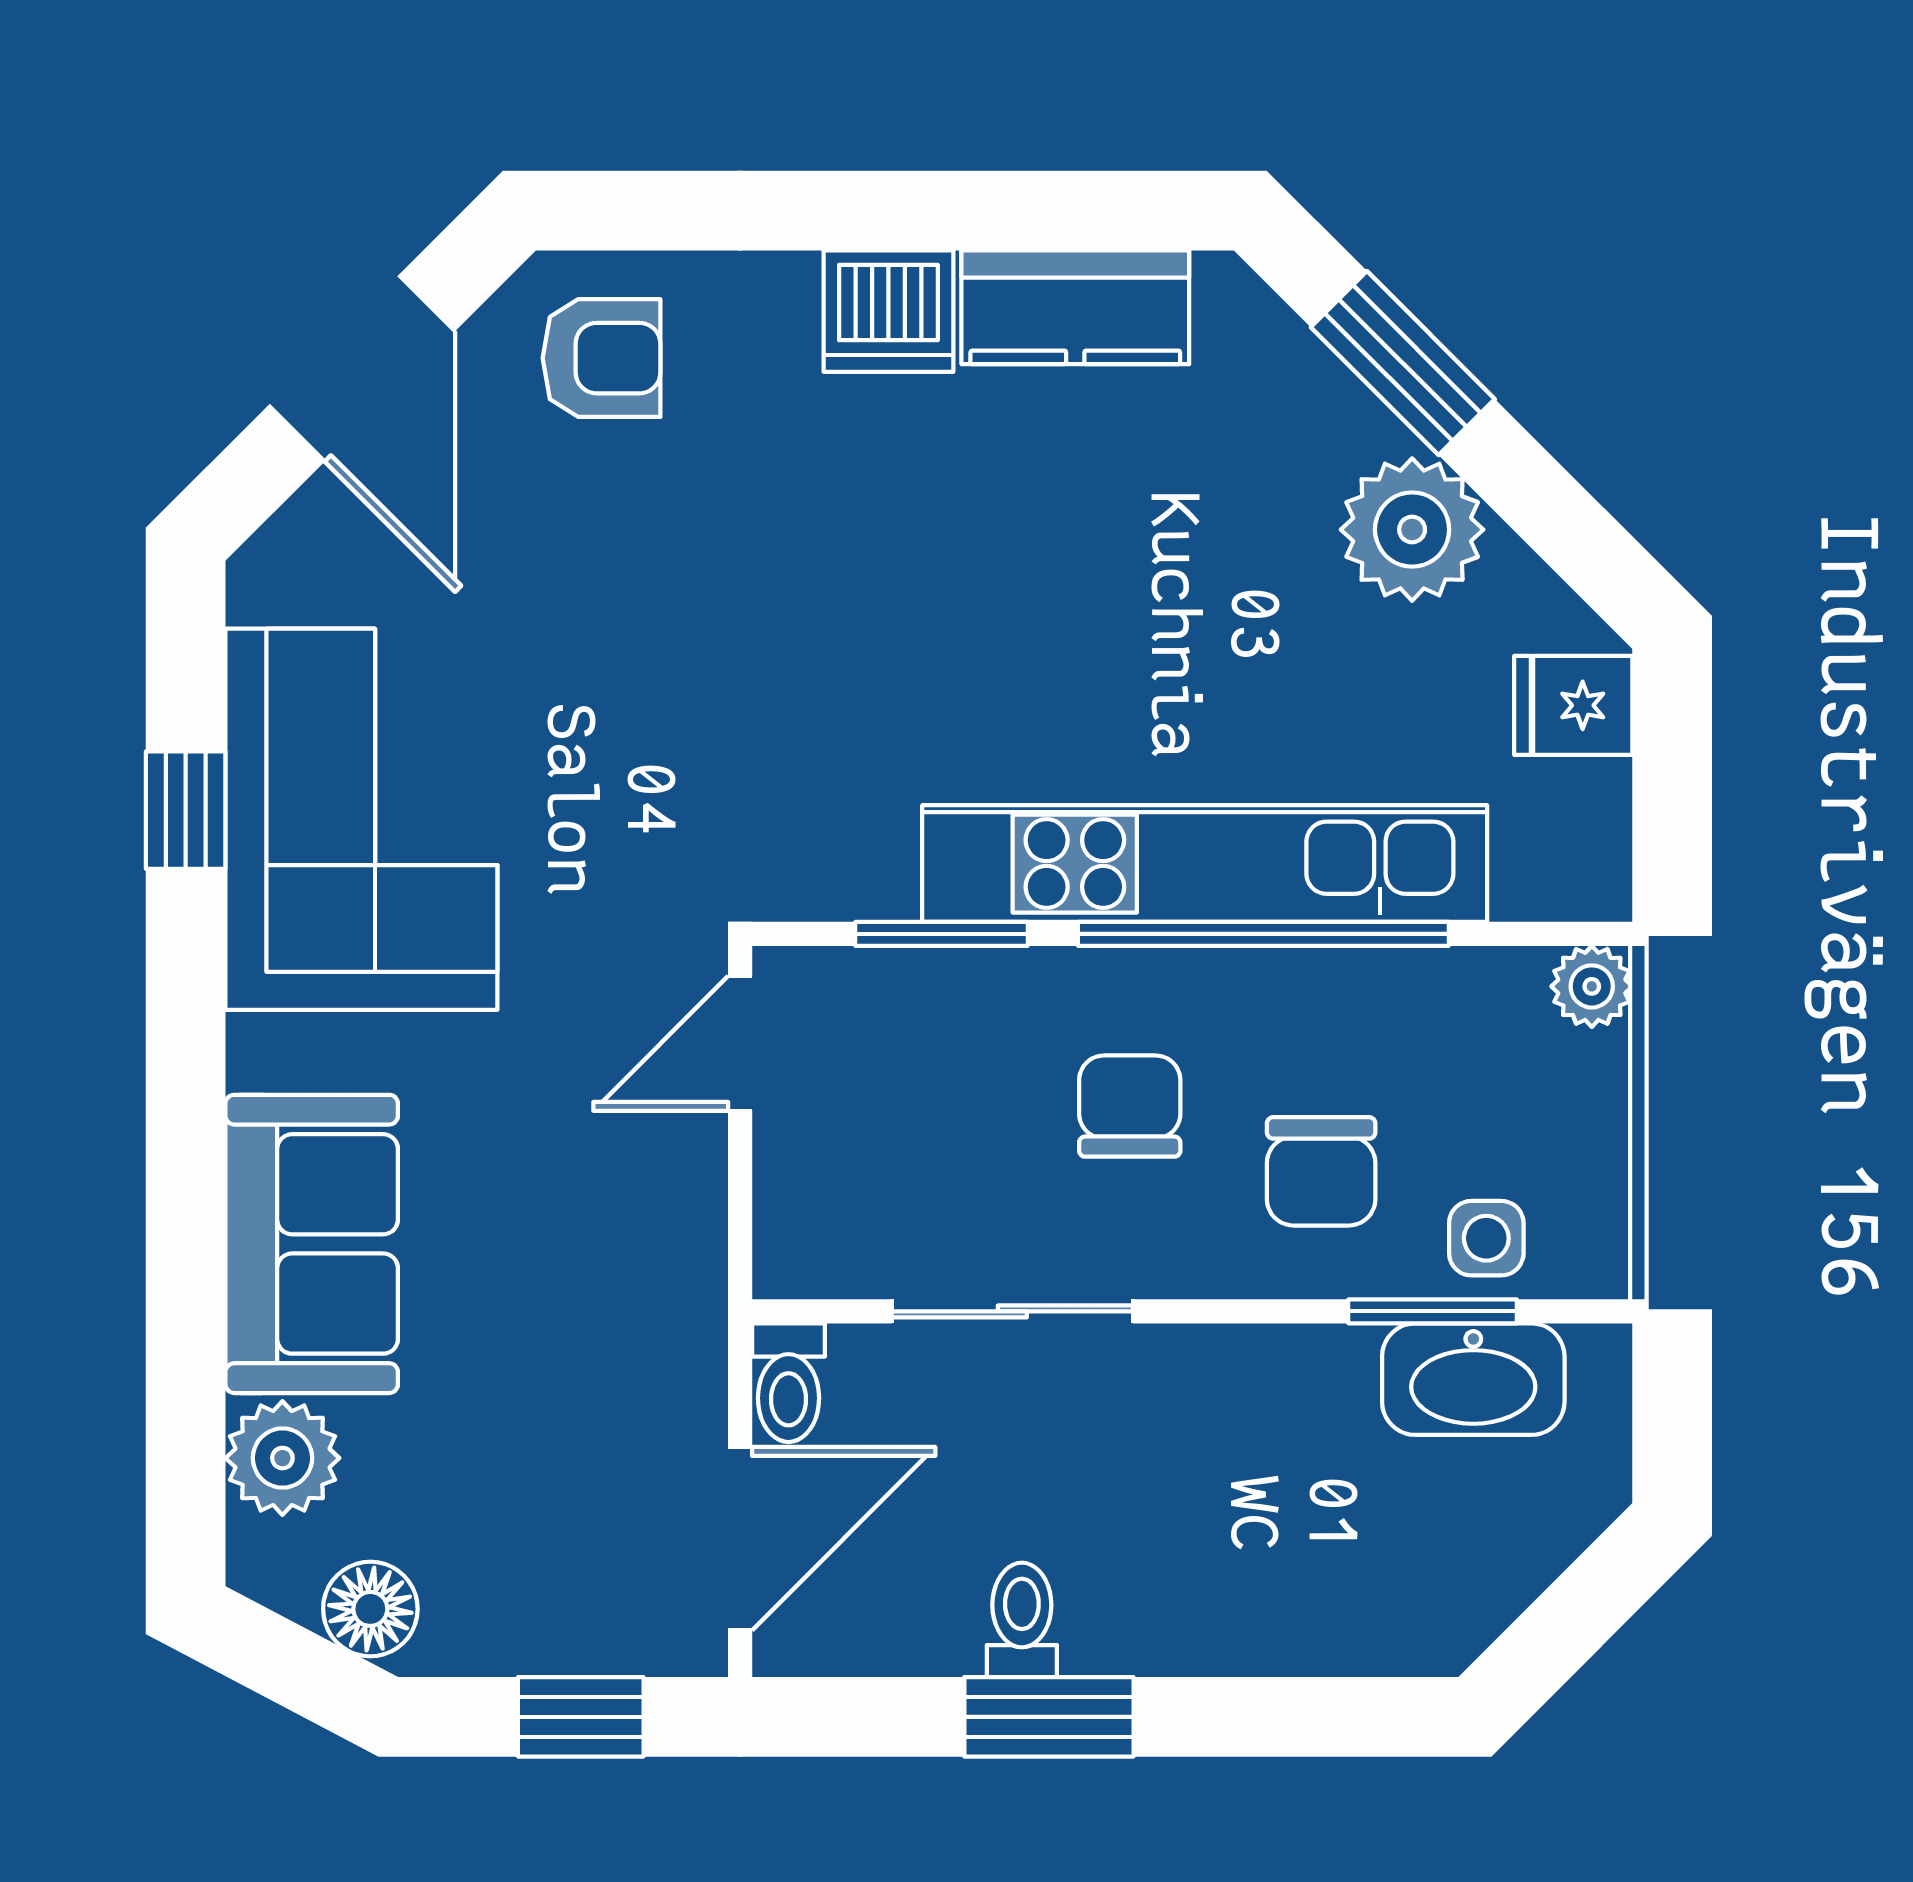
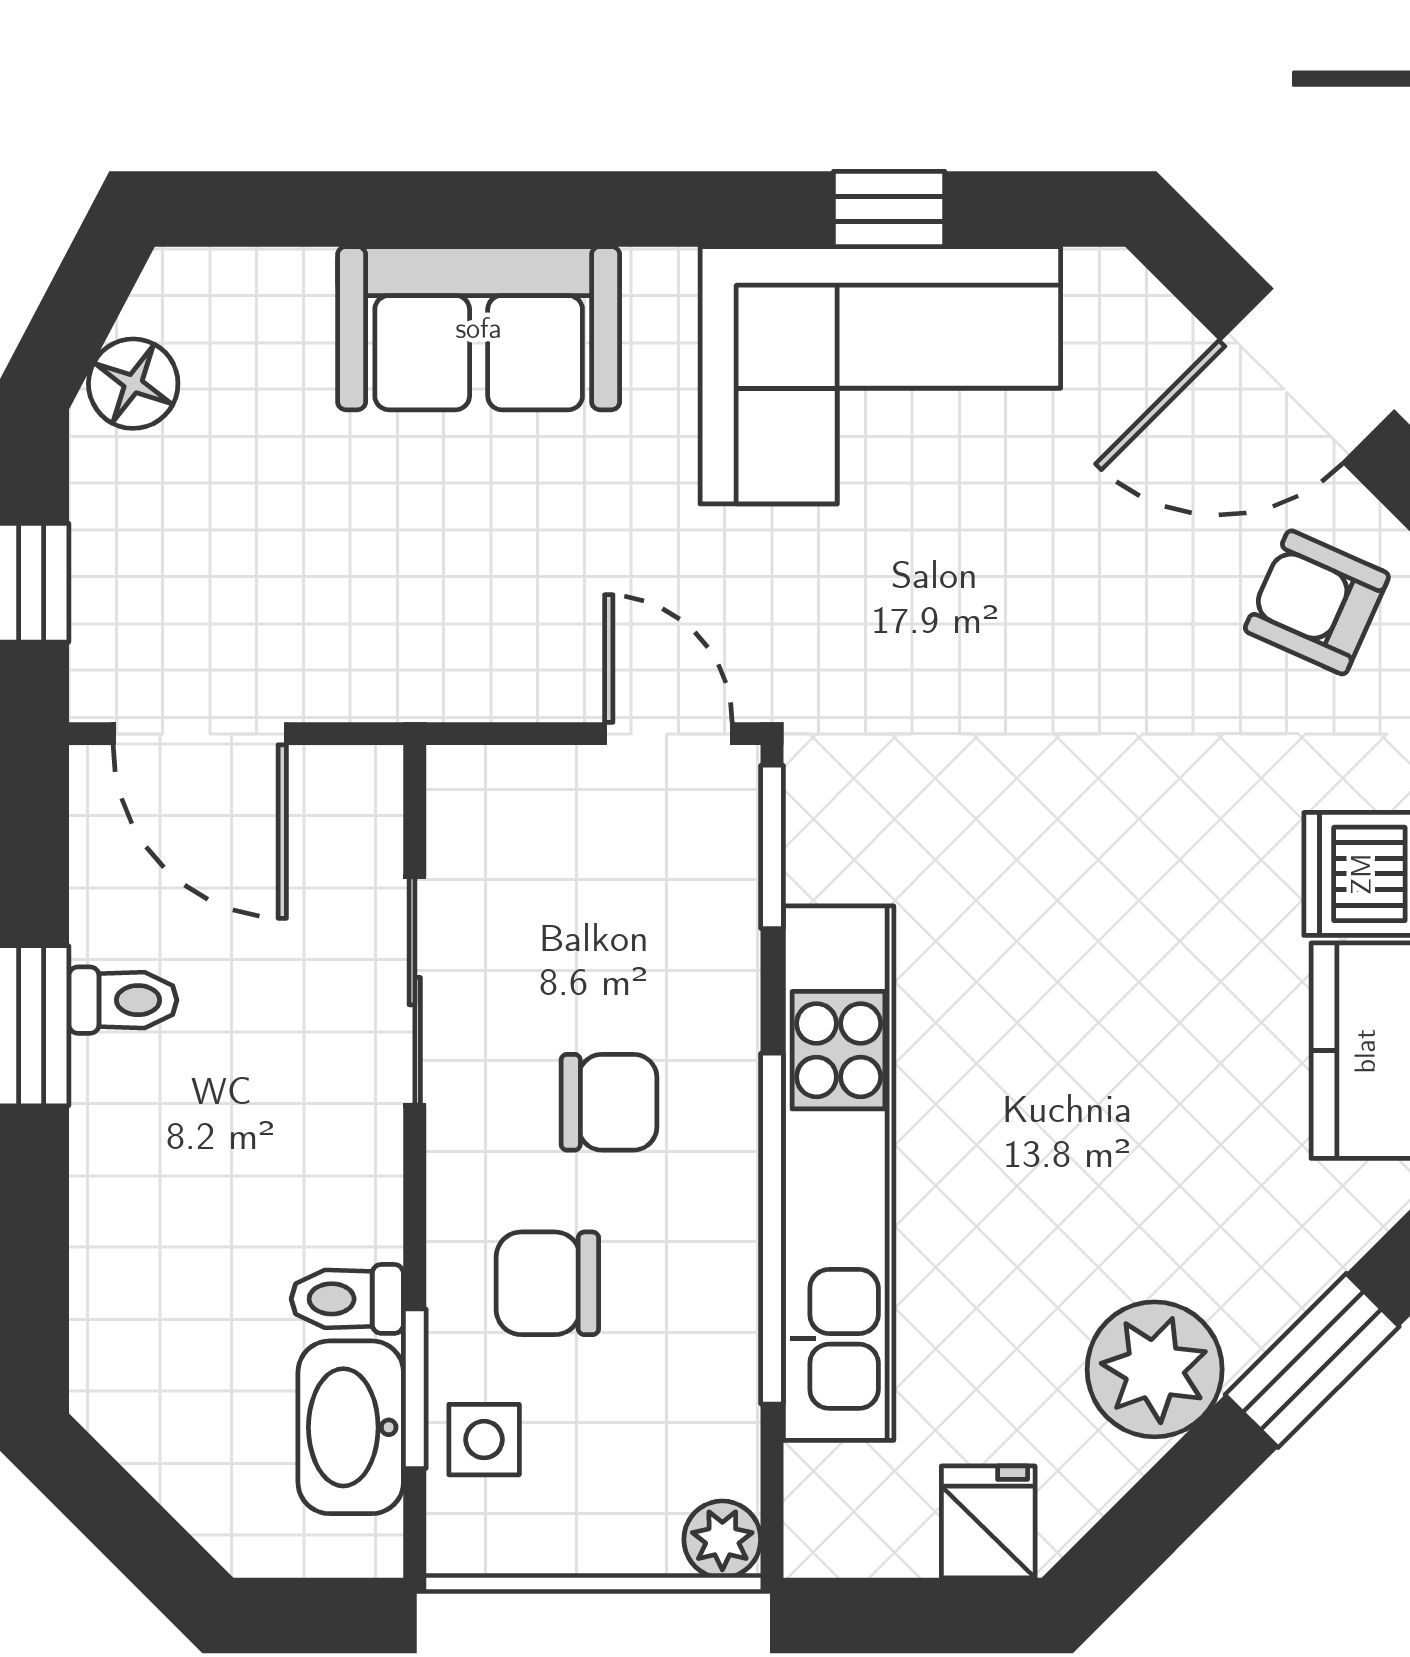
armchair: (602, 358) -> (1317, 602), turned 114
window: (942, 934) -> (772, 847), moved
toilet: (788, 1383) -> (347, 1299), moved
plant: (282, 1458) -> (276, 301), removed

